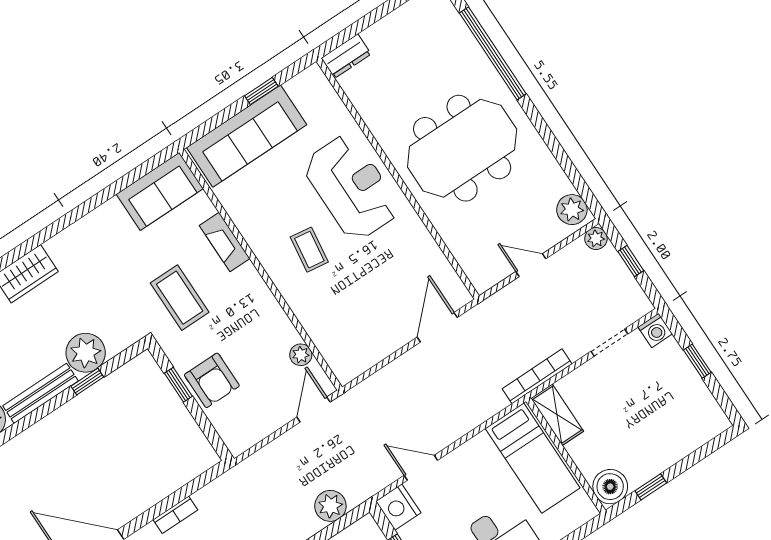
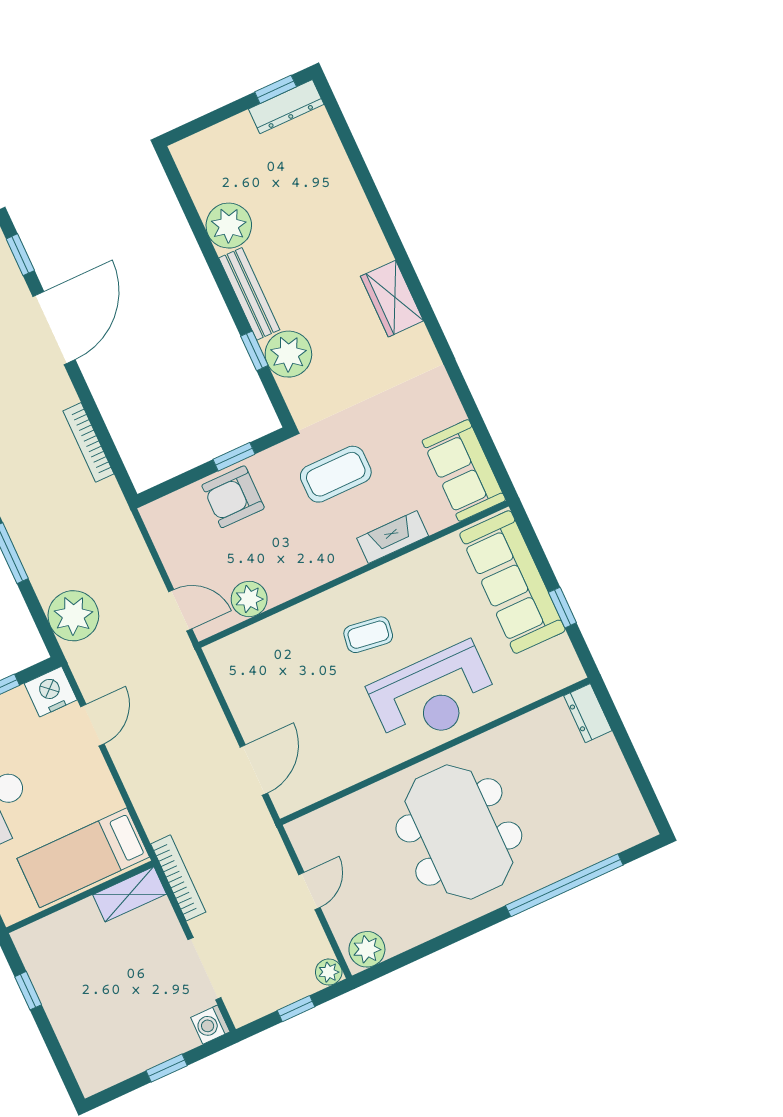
door: (437, 327) -> (254, 770), hinge flipped
doorway: (609, 343) -> (204, 969), width x1.38
plant: (301, 355) -> (249, 599), width x1.38, depth x1.38
boiler: (610, 487) -> (36, 943), removed
plant: (330, 506) -> (73, 616), width x1.36, depth x1.36
bookcase: (175, 515) -> (88, 442), width x1.56

